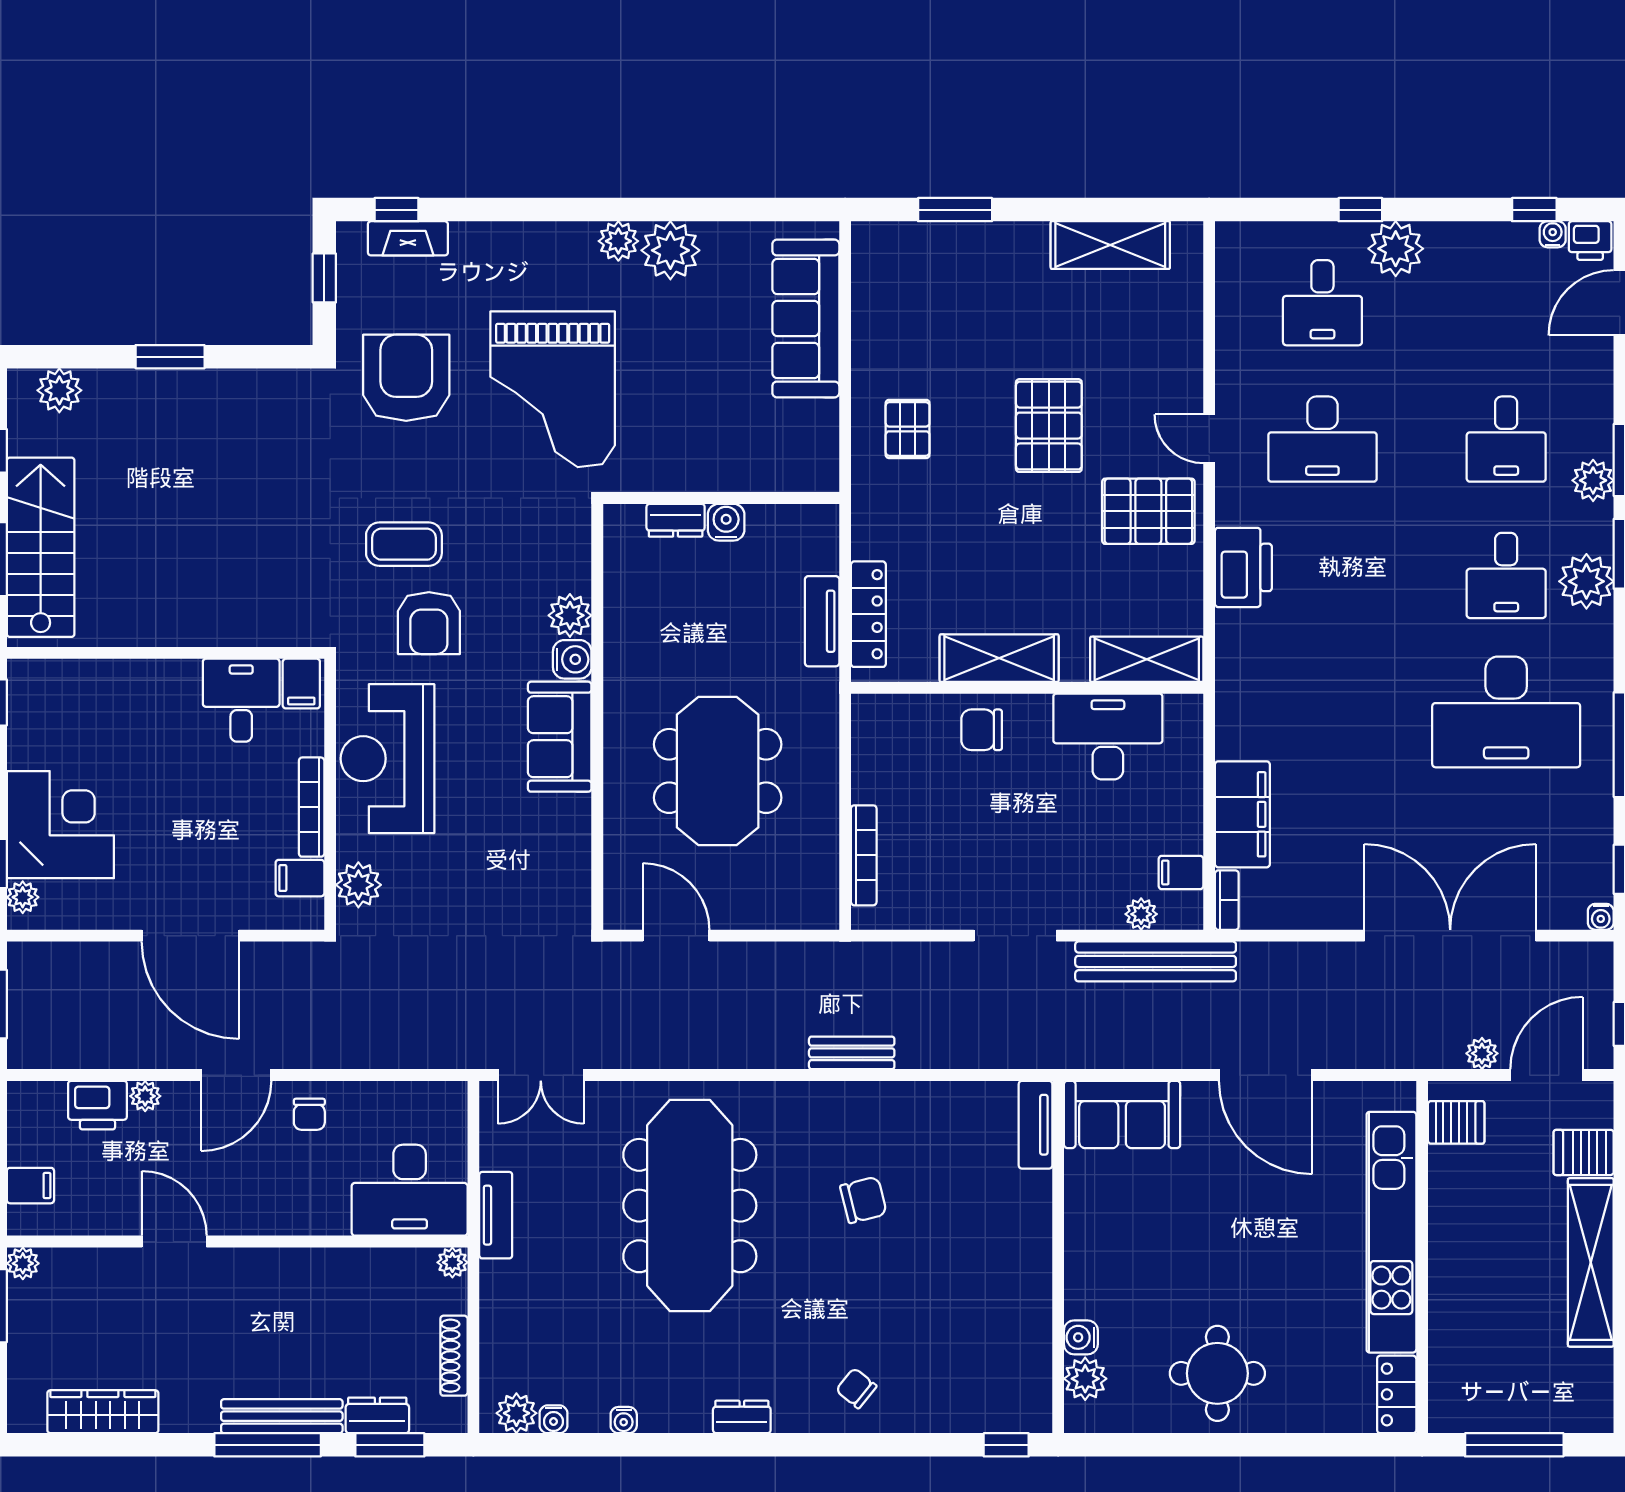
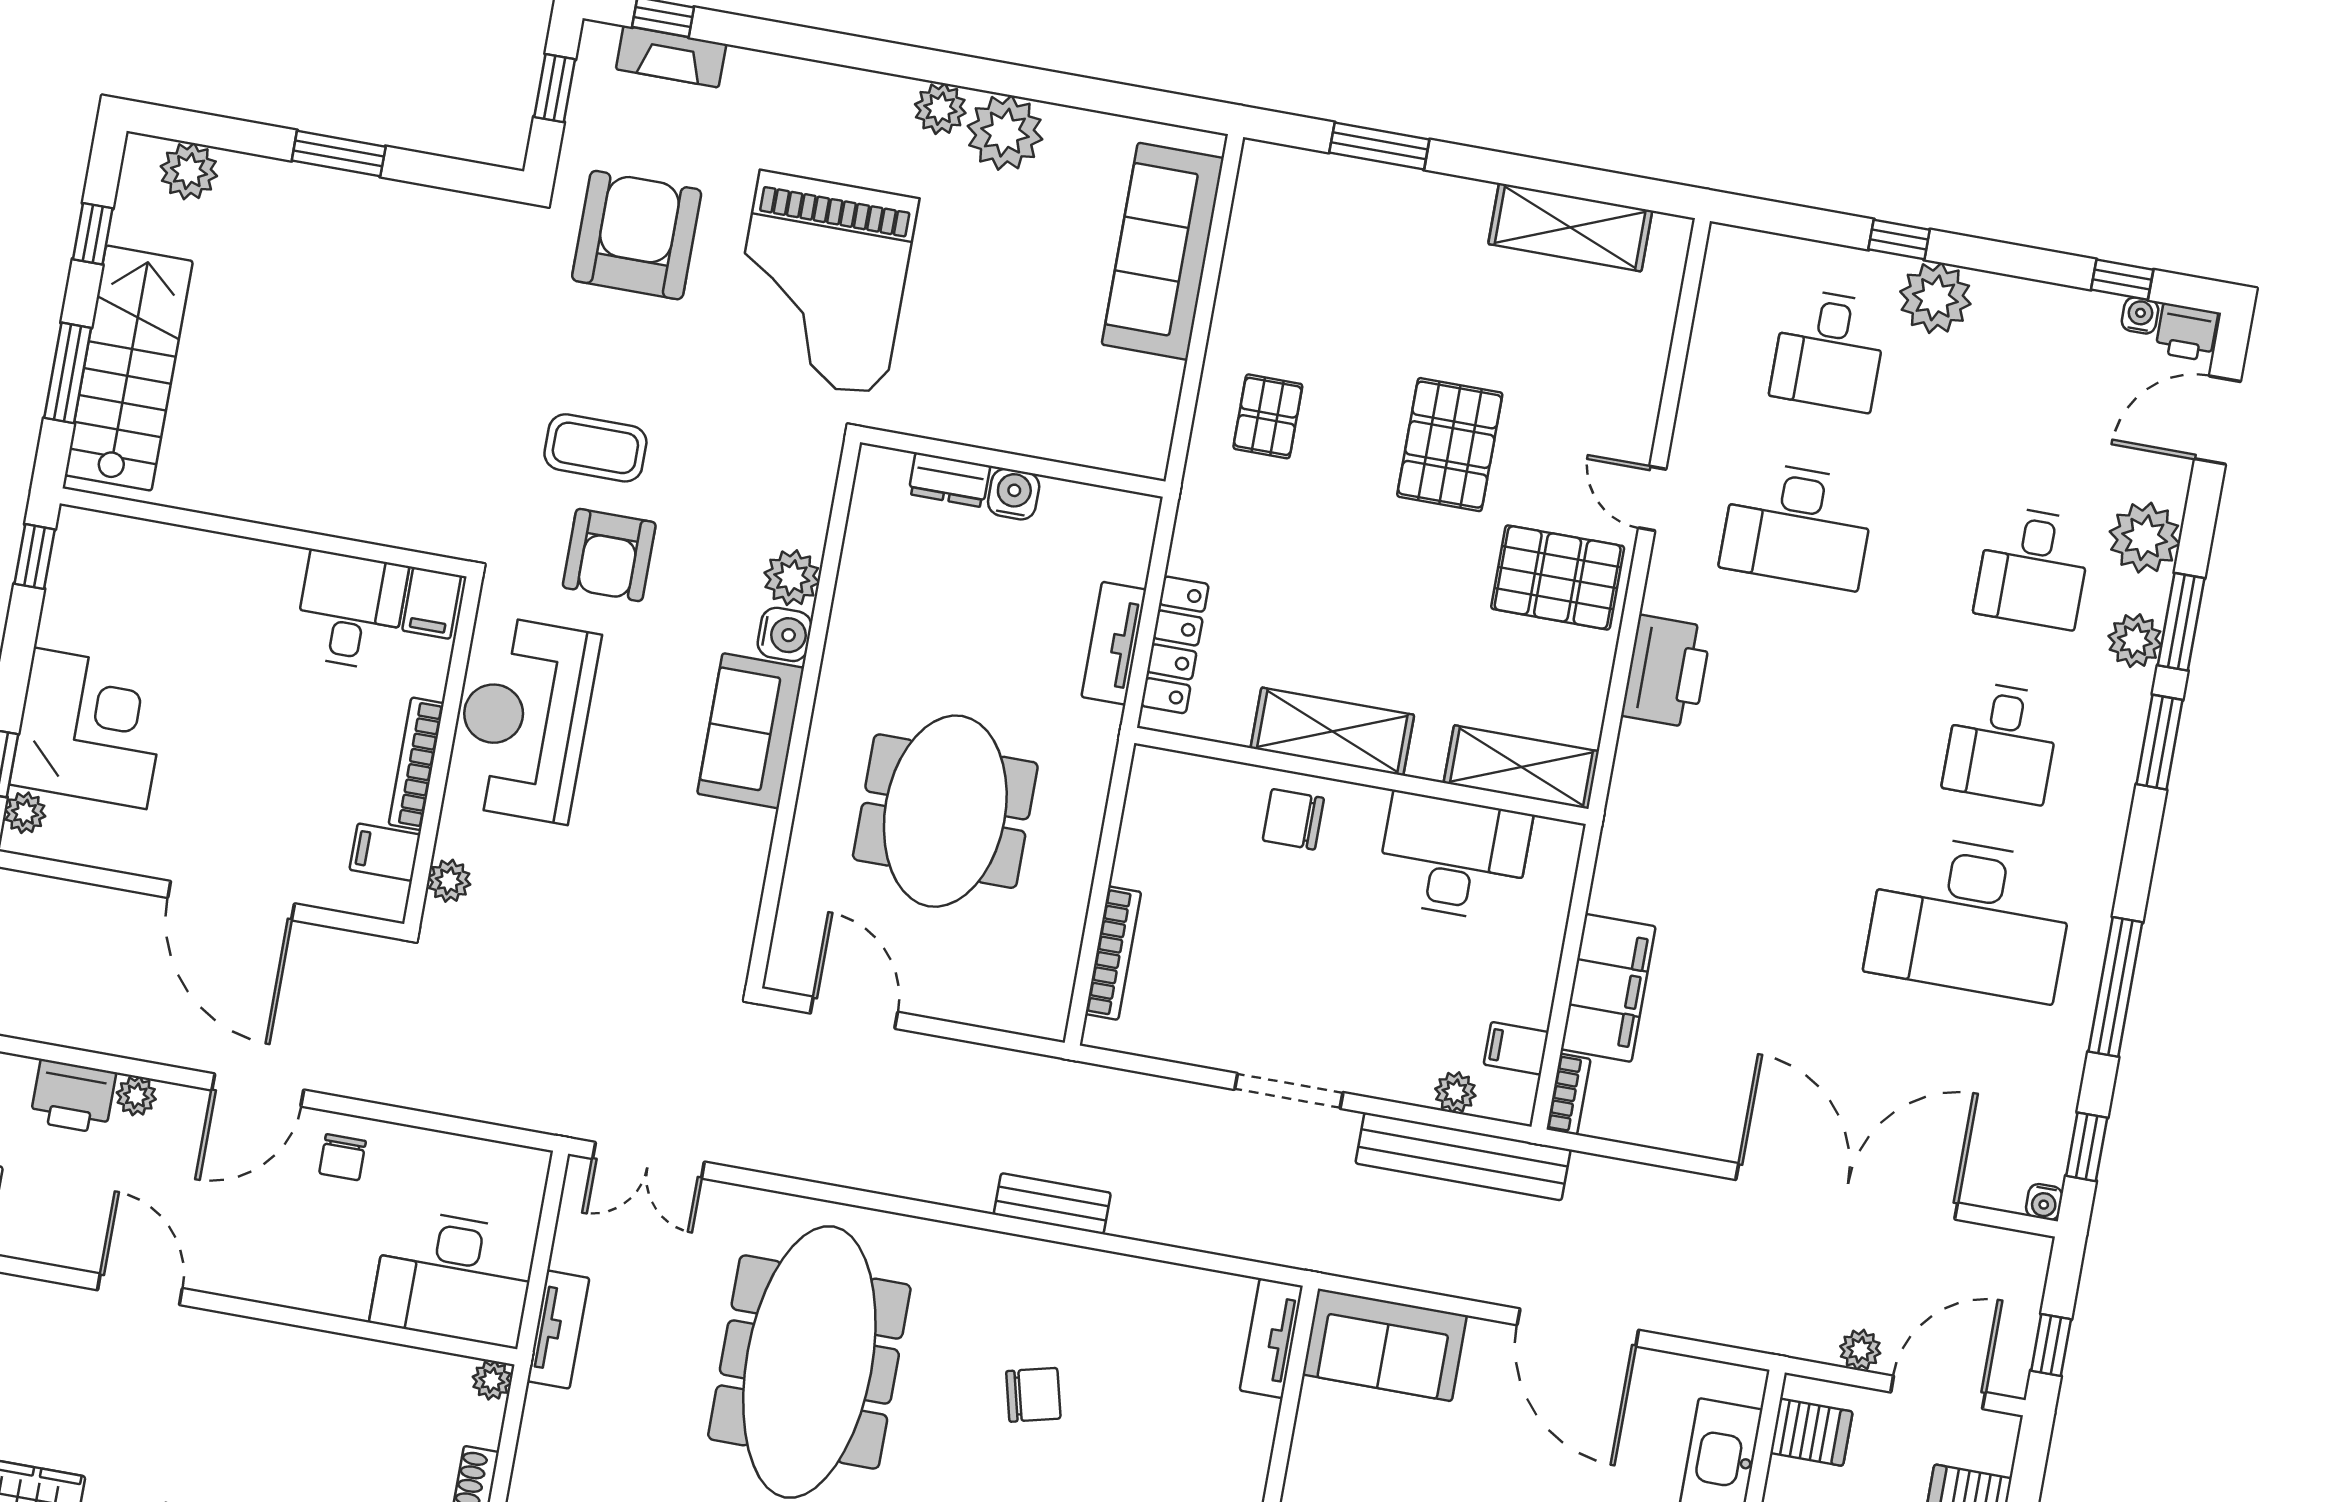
plant: (1586, 581) -> (2145, 538), moved
plant: (358, 885) -> (449, 881), width x0.73, depth x0.73

